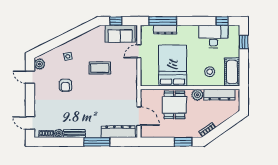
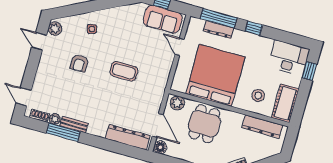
window: (222, 21) -> (254, 28), moved
desk: (213, 36) -> (289, 58), moved
door: (139, 51) -> (180, 47), hinge flipped
bed: (173, 65) -> (215, 75), width x1.36
coffee table: (100, 68) -> (124, 71), moved
plant: (197, 95) -> (177, 103), moved
floor lamp: (146, 132) -> (160, 147), added
window: (97, 142) -> (63, 132), moved

